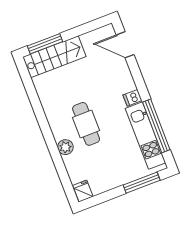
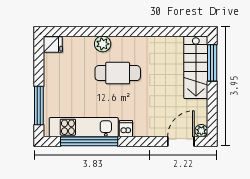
plant: (109, 30) -> (201, 131), added

